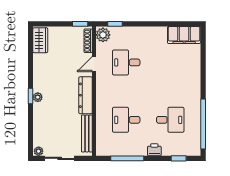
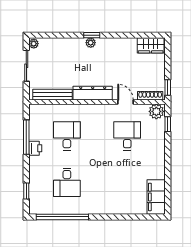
printer: (154, 150) -> (35, 148), moved

